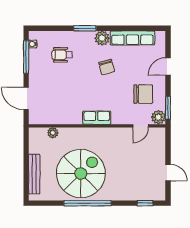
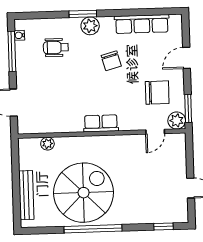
plant: (102, 38) -> (90, 26), moved

